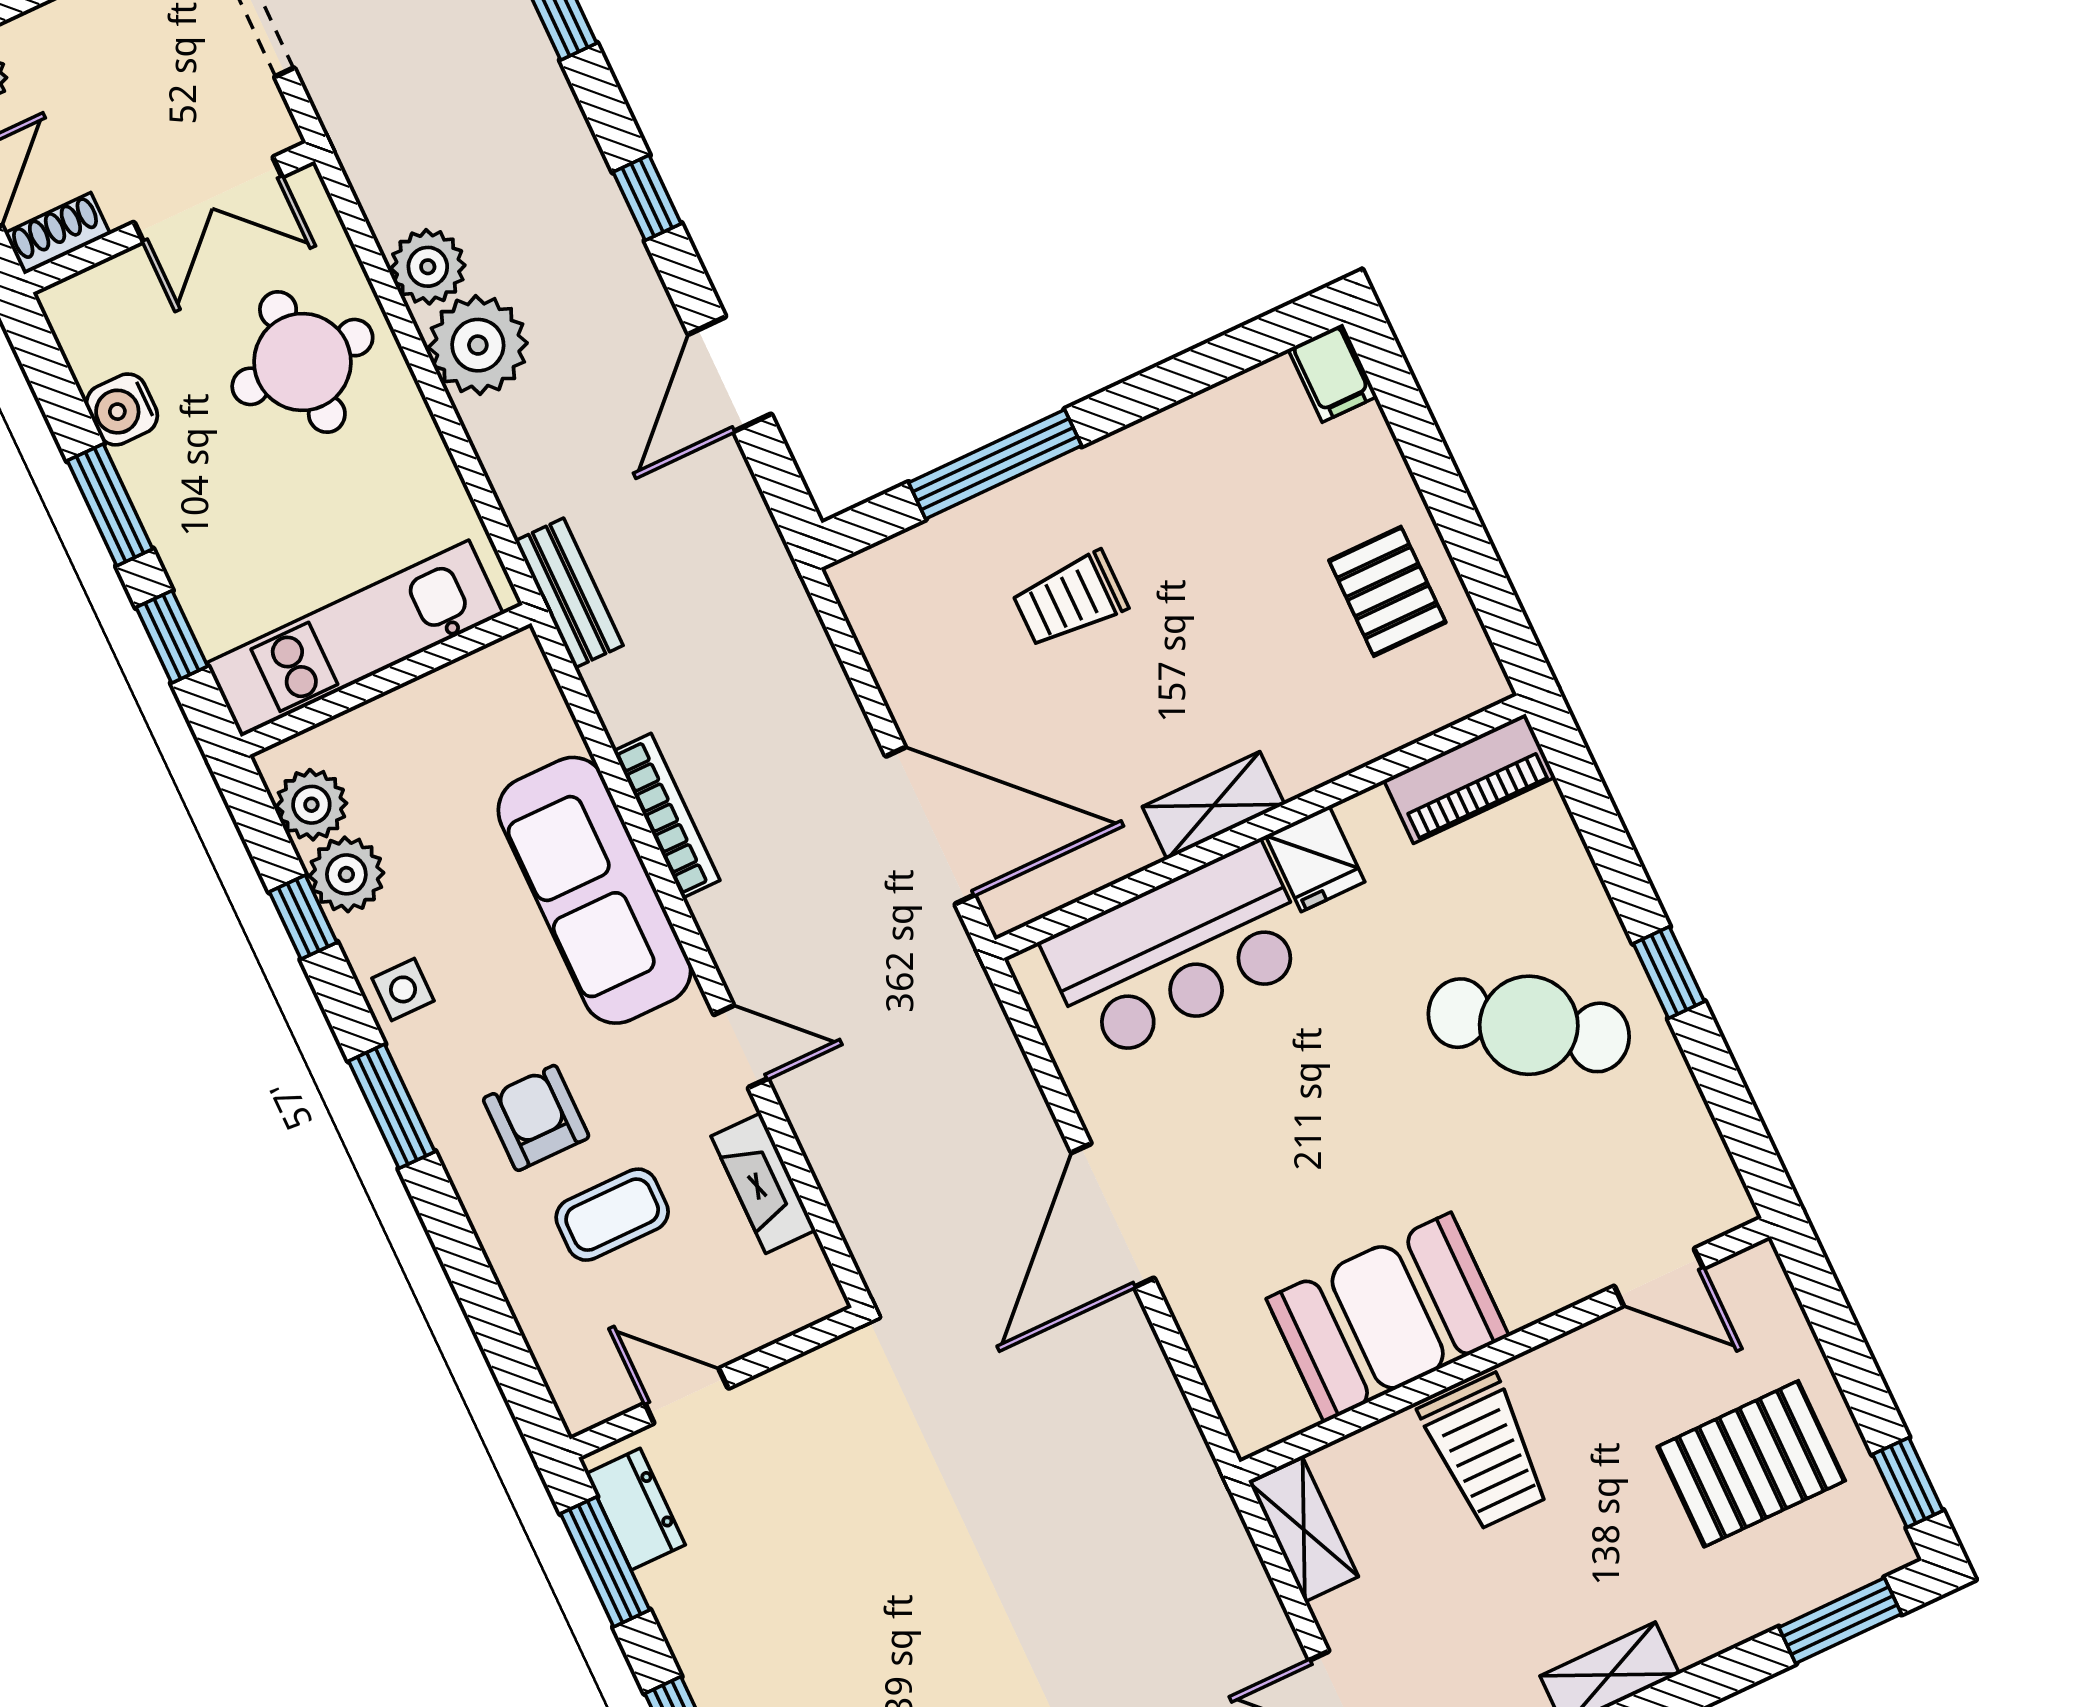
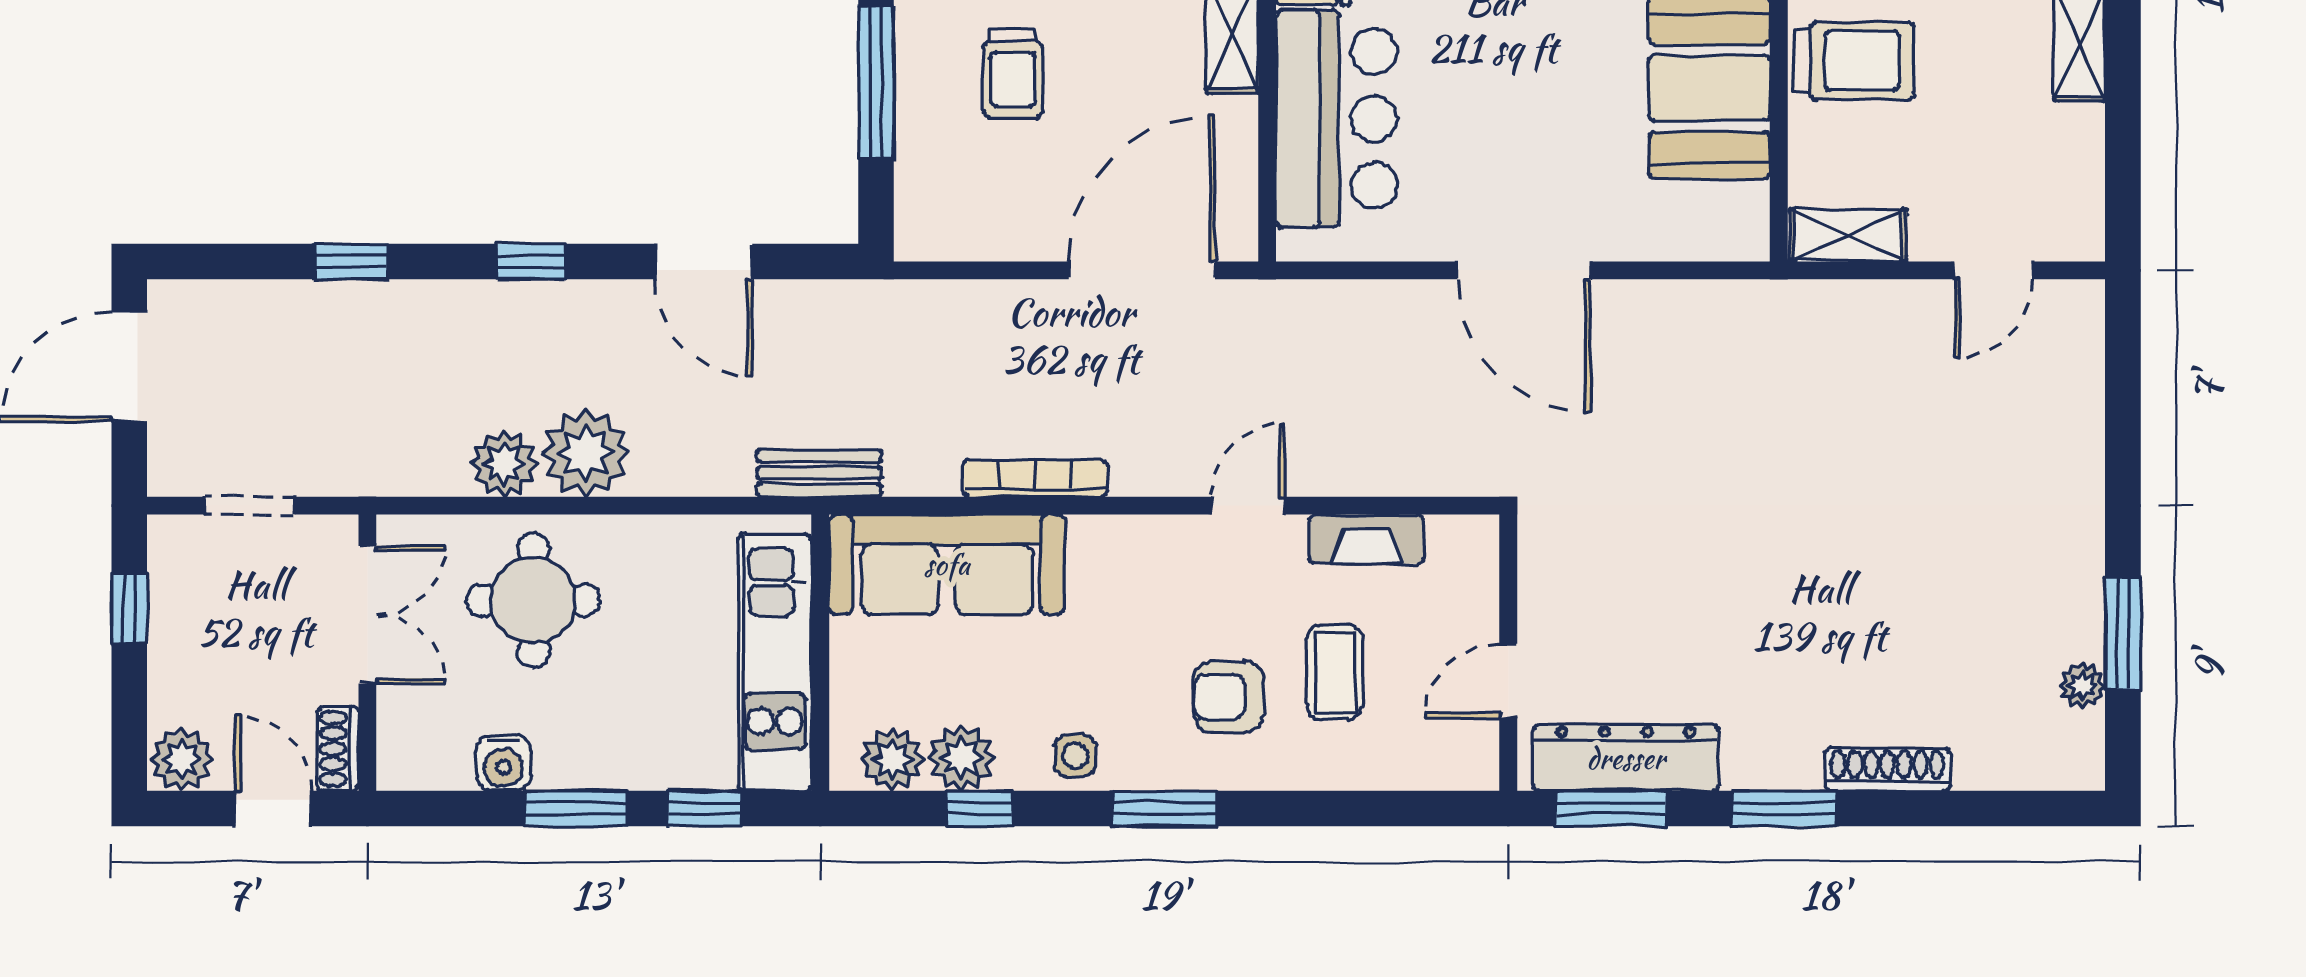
sofa: (594, 890) -> (947, 564), moved
dresser: (636, 1509) -> (1626, 758), width x1.96, depth x1.24

